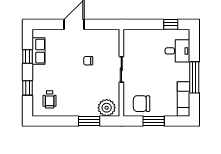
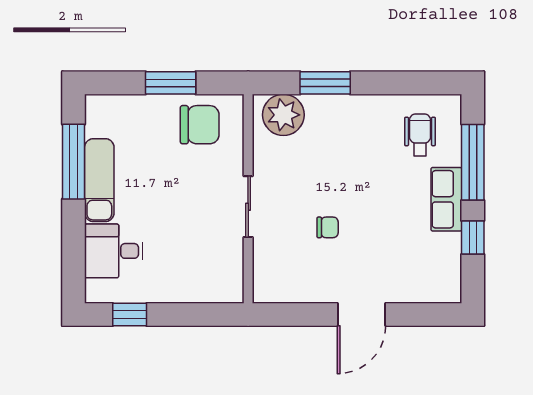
row of seats: (39, 51) -> (446, 199), moved
window: (194, 77) -> (74, 162), moved
window: (28, 88) -> (473, 162), width x2.17
exam couch: (183, 99) -> (99, 180), moved

